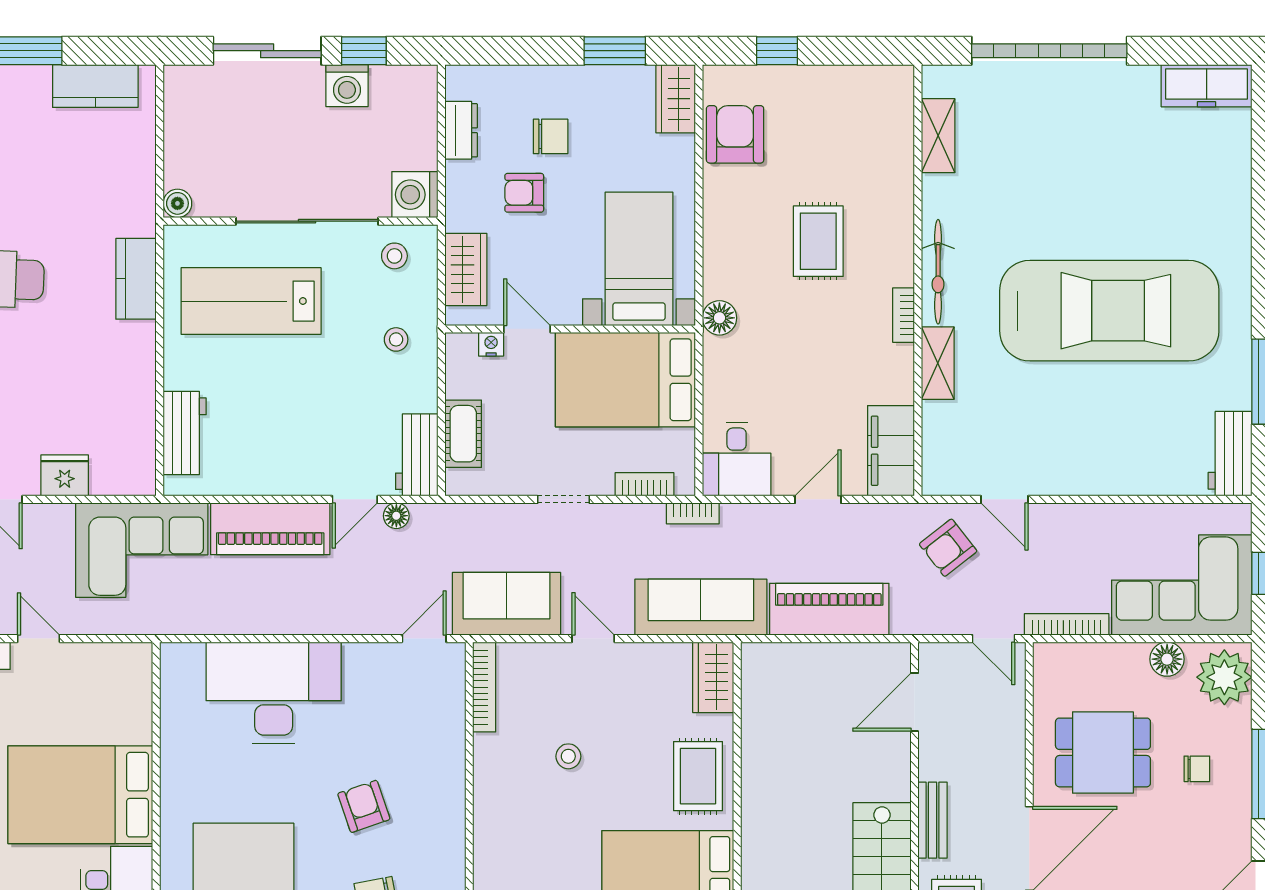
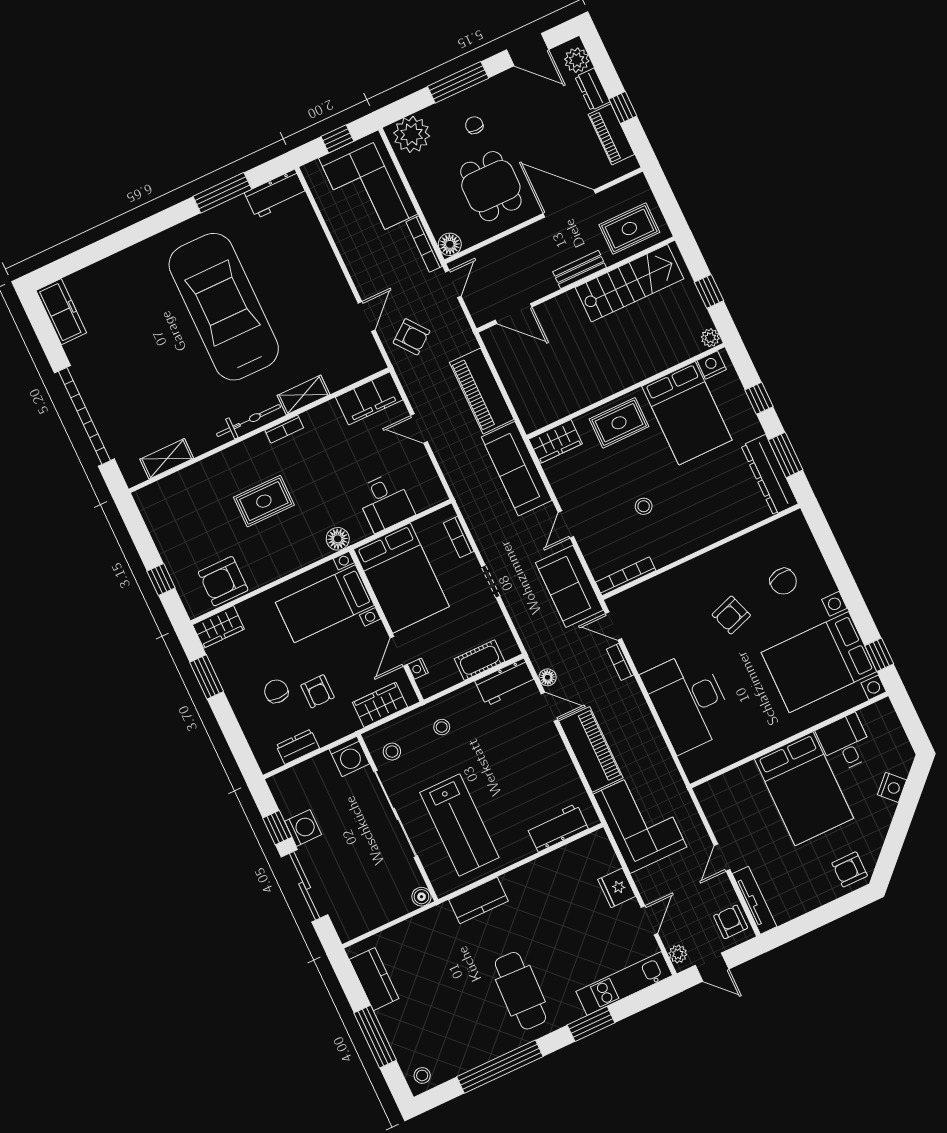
desk: (737, 459) -> (385, 502), moved, turned 90
bookcase: (693, 513) -> (620, 662), moved, turned 180
floor lamp: (1167, 659) -> (450, 244), moved

